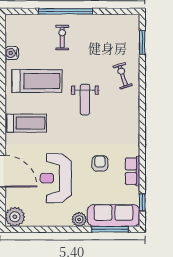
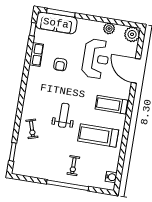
water cooler: (12, 53) -> (111, 177), moved
plant: (79, 219) -> (109, 29), moved

